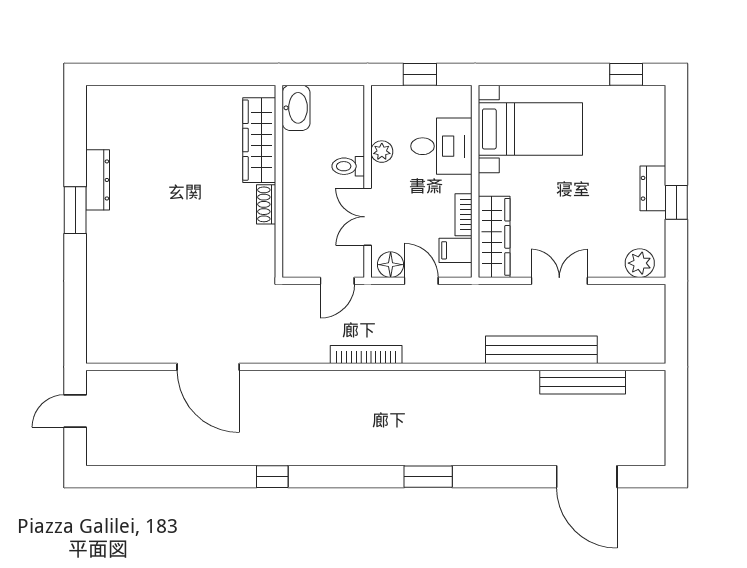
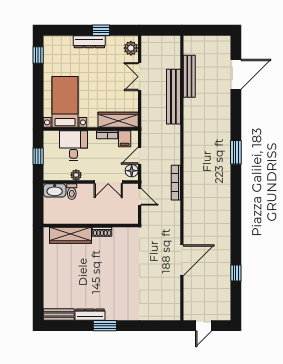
washbasin: (296, 108) -> (55, 190), moved, turned 180
bench: (98, 116) -> (59, 315), added
toilet: (348, 166) -> (72, 191), moved
dresser: (653, 188) -> (89, 42), width x1.44
double door: (559, 281) -> (140, 77), moved
door: (75, 411) -> (204, 326), hinge flipped
window: (272, 477) -> (236, 273), moved

